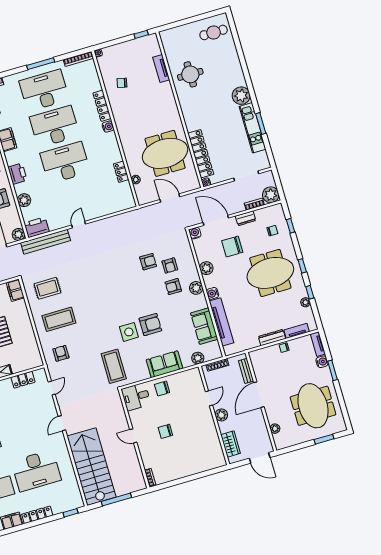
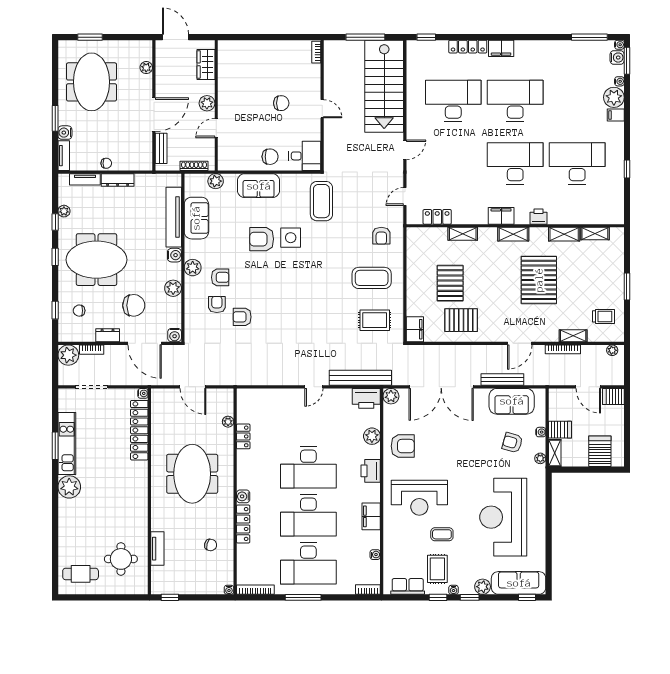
round table: (190, 74) -> (121, 559), moved
meeting table: (165, 153) -> (192, 474), moved, turned 90

